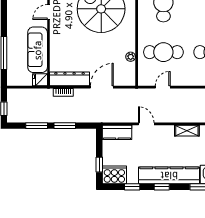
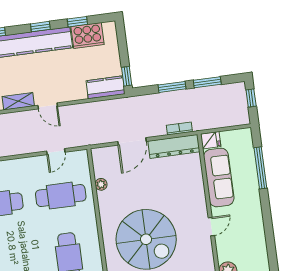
door: (146, 124) -> (48, 106), moved
window: (99, 165) -> (127, 76), moved
cooker: (114, 175) -> (87, 36), moved

